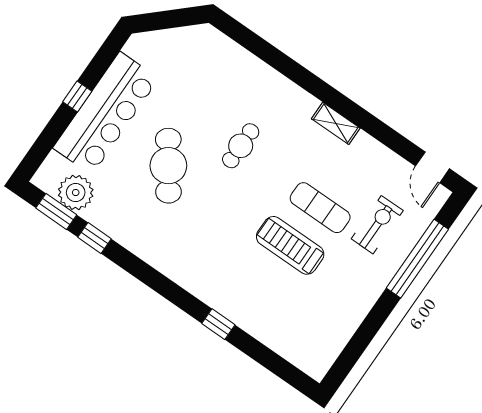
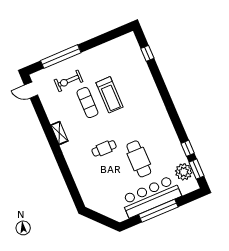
window: (77, 97) -> (158, 211), width x3.17
cafe table: (168, 166) -> (139, 159), turned -55
door: (432, 167) -> (31, 90), swing flipped
window: (218, 324) -> (147, 53), moved

